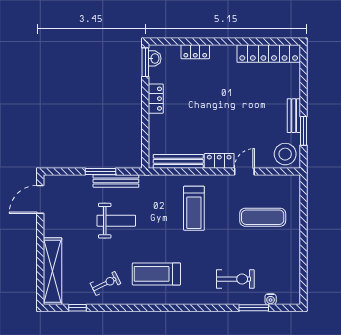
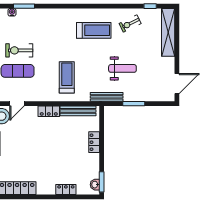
locker: (156, 99) -> (94, 142), moved
door: (244, 171) -> (17, 104), moved
bench: (116, 181) -> (107, 97), moved
weight bench: (116, 221) -> (122, 68), turned 180
exercise bike: (235, 279) -> (19, 50), moved

